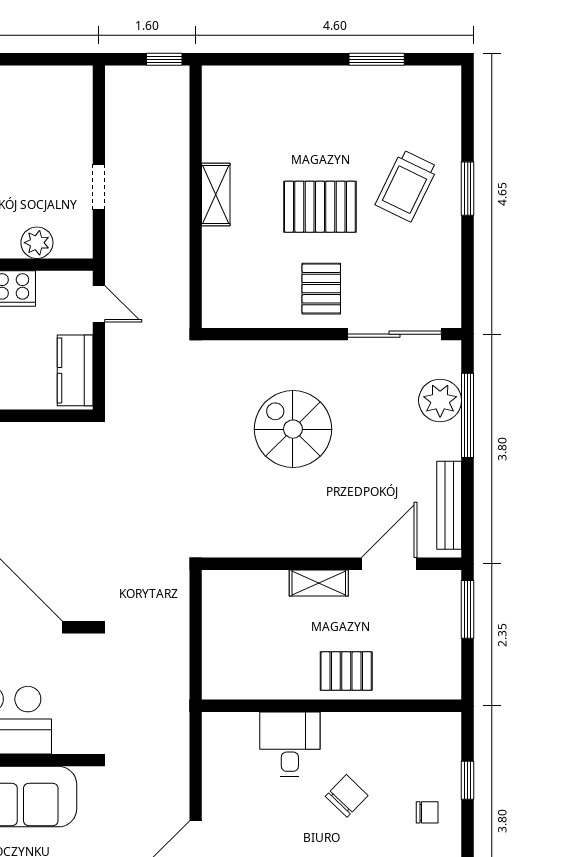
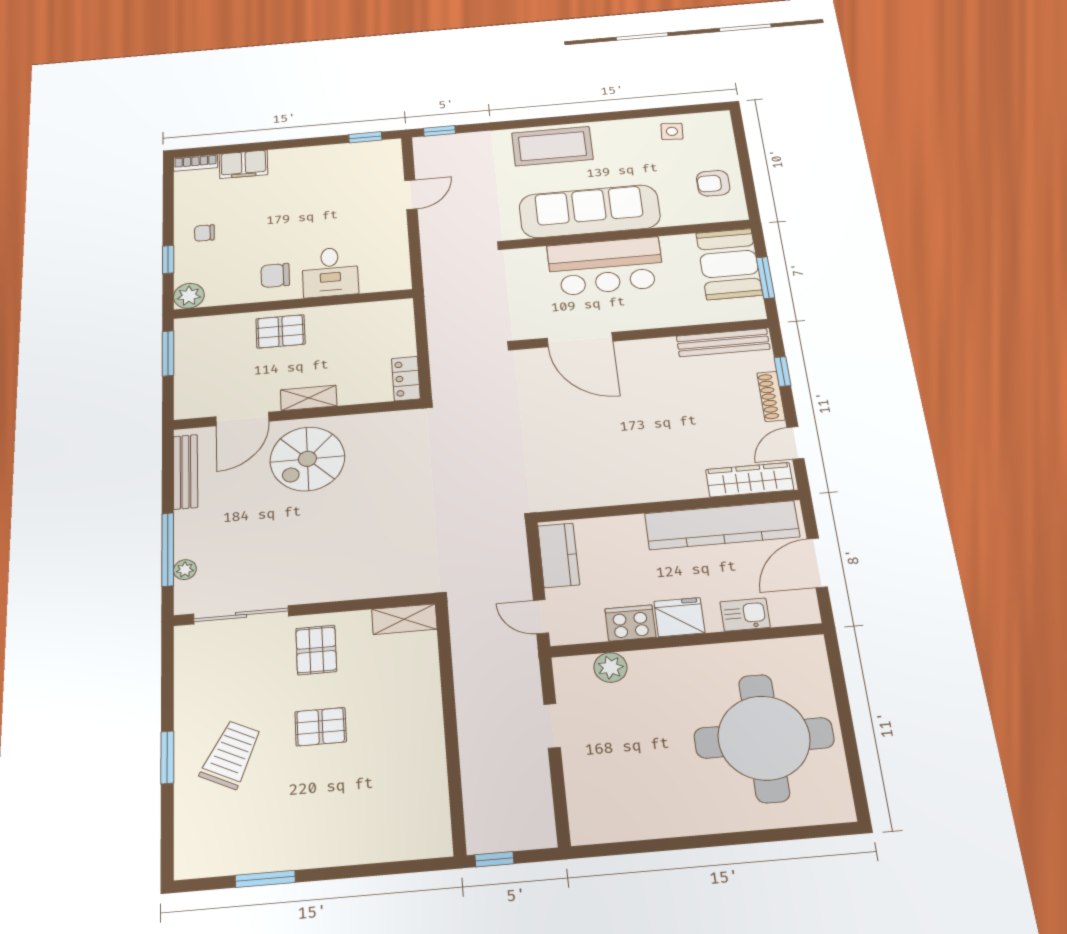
shelving: (216, 194) -> (404, 619), moved, turned 90
pallet: (320, 207) -> (321, 727), width x0.67, depth x0.71
plant: (440, 400) -> (185, 570), width x0.53, depth x0.53
spiral stairs: (293, 429) -> (307, 459), moved, turned 90
locker: (215, 597) -> (406, 379), added
window: (468, 609) -> (168, 353), moved
plant: (445, 729) -> (189, 296), added
chair: (347, 796) -> (275, 275), moved, turned 46

